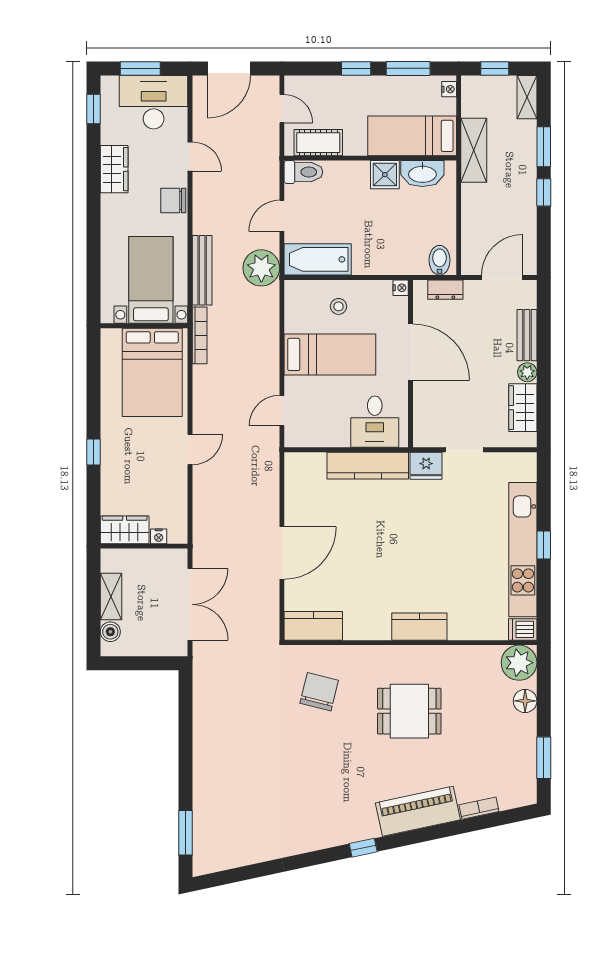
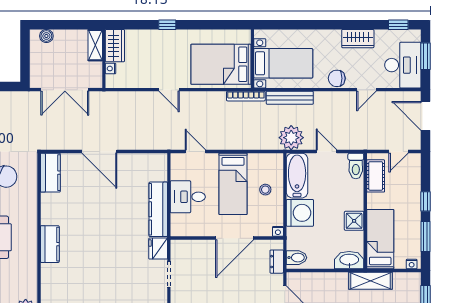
washbasin: (422, 174) -> (349, 260), moved, turned 90
chair: (173, 200) -> (337, 78), turned -90
washing machine: (373, 255) -> (300, 213), added
desk: (375, 422) -> (188, 197), moved
shelving: (111, 597) -> (95, 45), moved, turned 90

